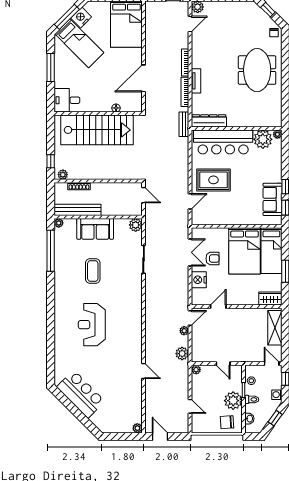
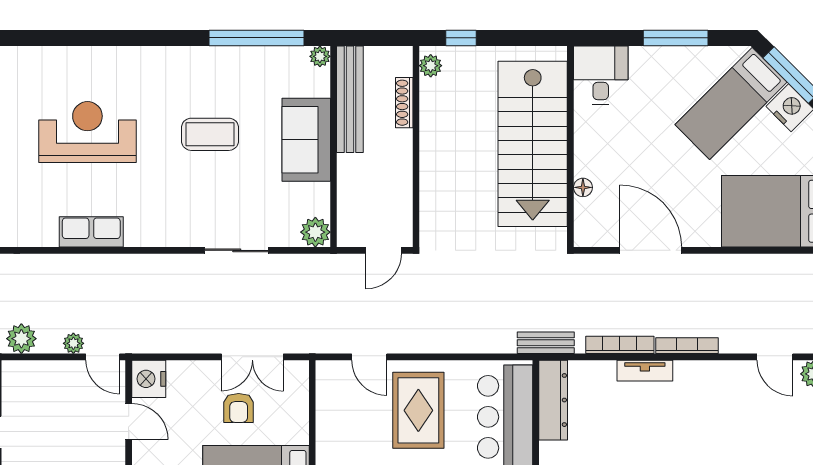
nightstand: (199, 280) -> (149, 379), moved, turned -90
row of seats: (135, 323) -> (91, 232), added

